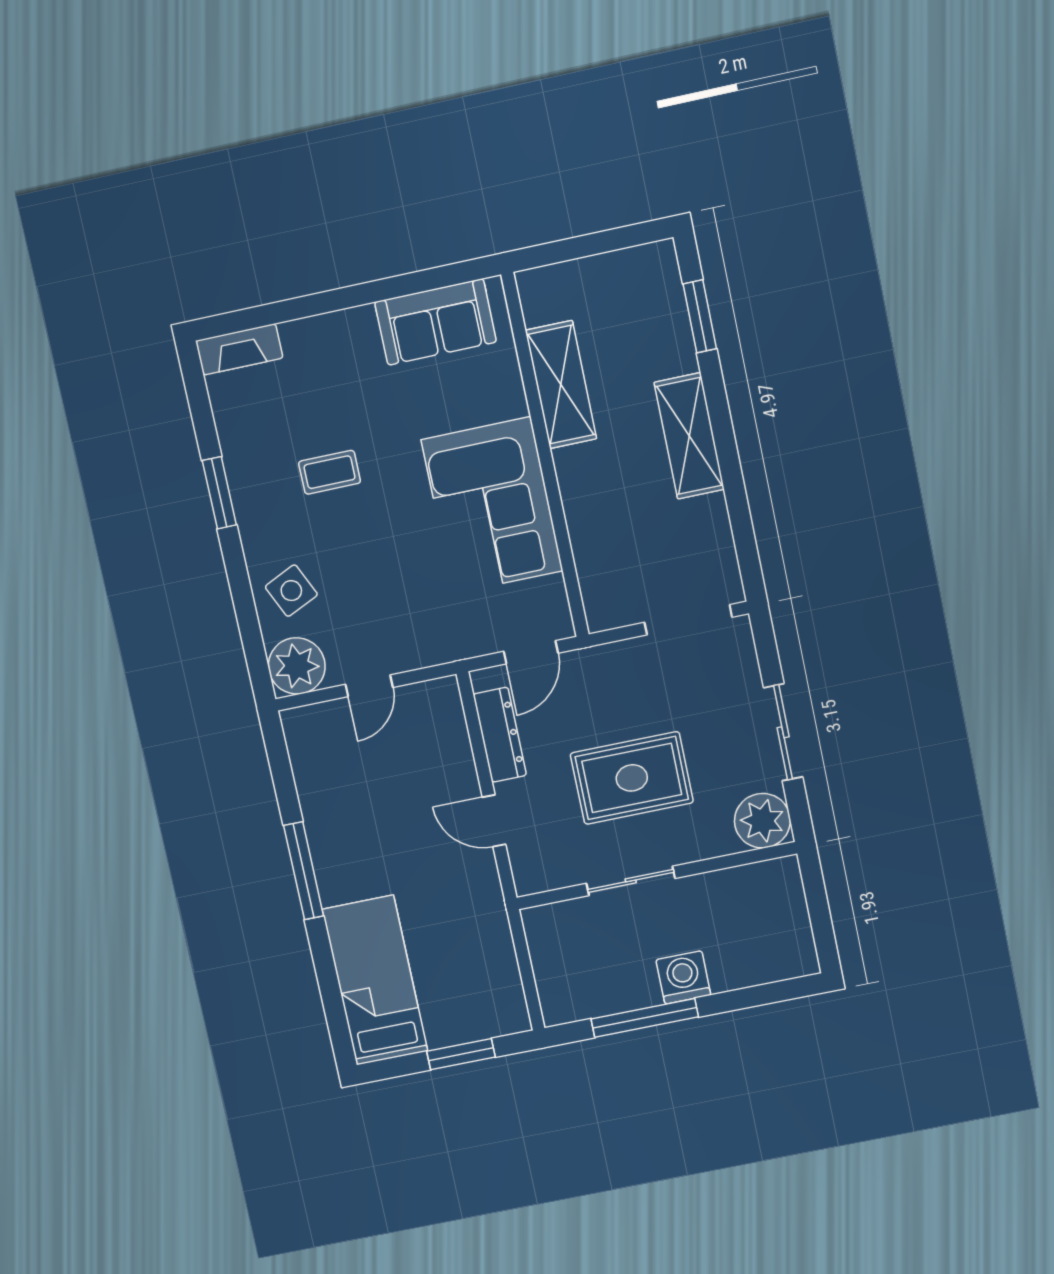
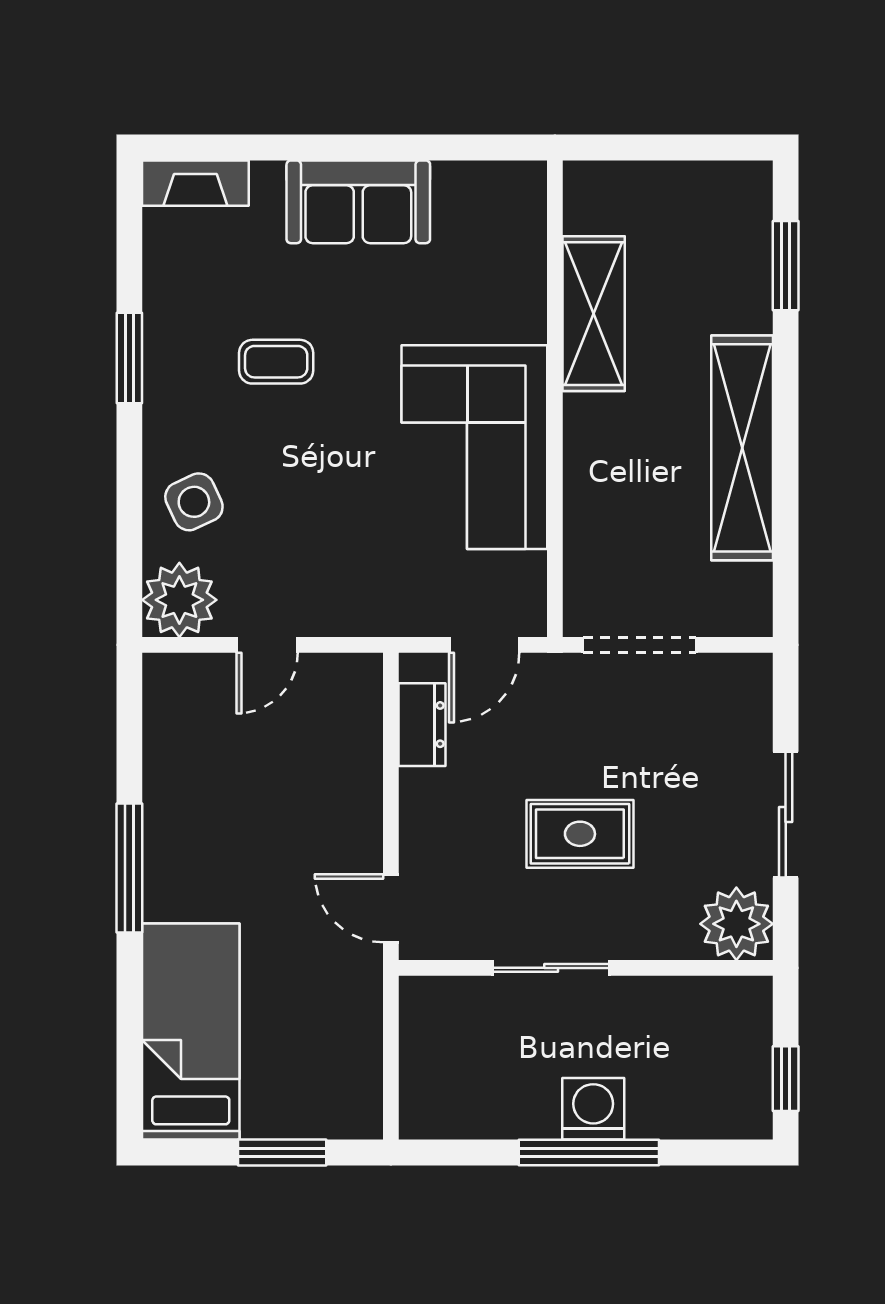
sofa: (436, 322) -> (358, 202), moved
shelving: (689, 436) -> (742, 448), width x1.47
doorway: (688, 620) -> (640, 645), moved
dresser: (500, 735) -> (422, 725), width x0.70
rug: (632, 778) -> (580, 834), width x0.73, depth x0.70
door: (494, 821) -> (391, 908), moved
window: (822, 927) -> (786, 1079), added
window: (645, 1018) -> (589, 1152), moved

